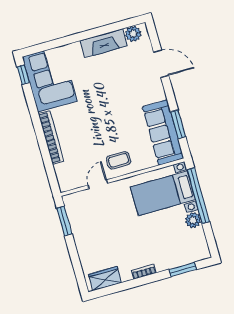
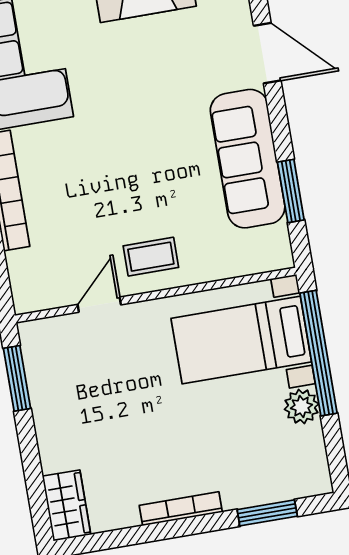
sofa: (163, 132) -> (248, 159), moved
bookcase: (144, 272) -> (181, 509), width x1.56
wardrobe: (105, 279) -> (66, 505), moved, turned 90

